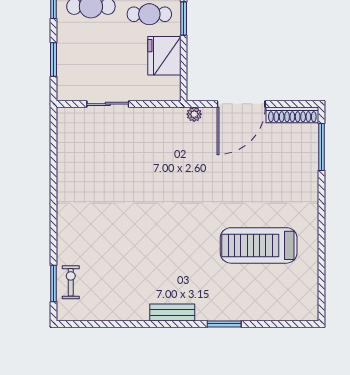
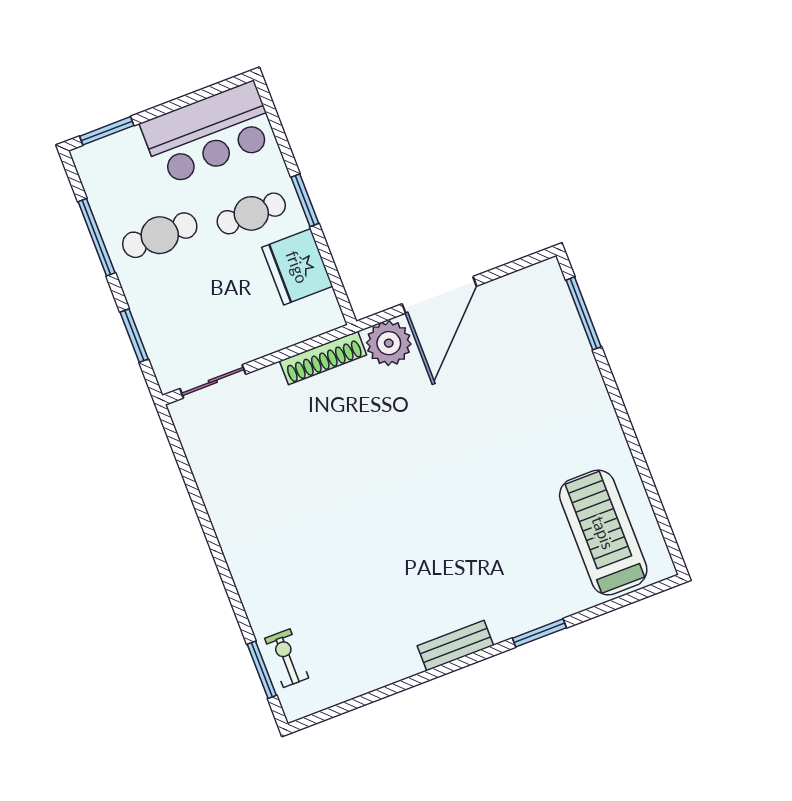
sliding door: (108, 104) -> (213, 381), moved
plant: (194, 114) -> (389, 343), width x1.87, depth x1.87
shoe rack: (292, 115) -> (323, 358), moved
treadmill: (259, 245) -> (603, 533), moved, turned 90

